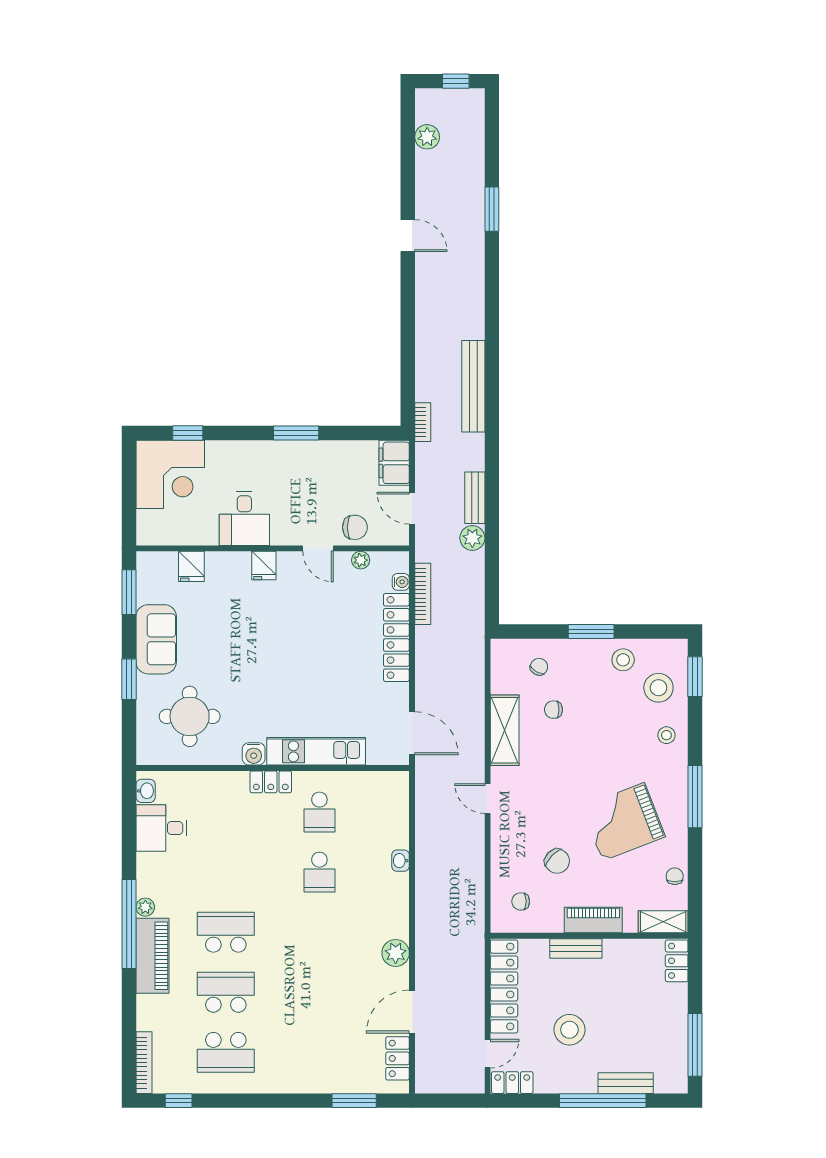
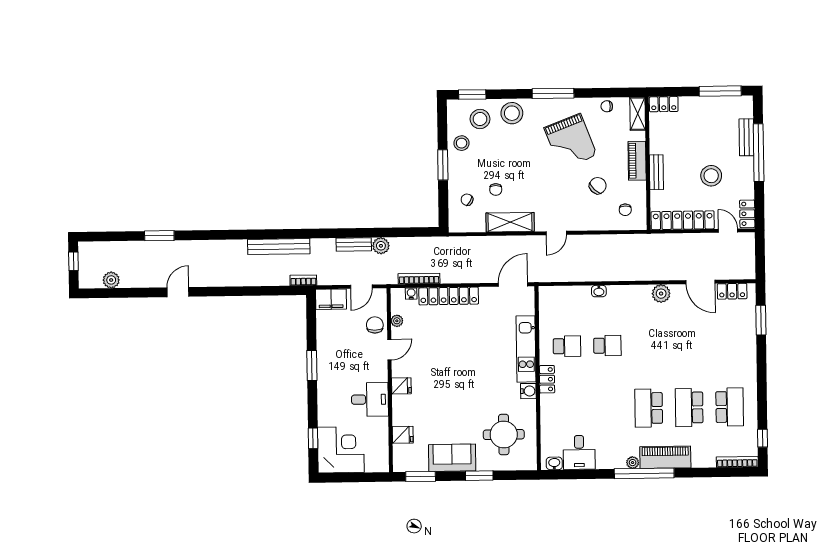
stool: (666, 735) -> (512, 113), width x1.89, depth x1.89

